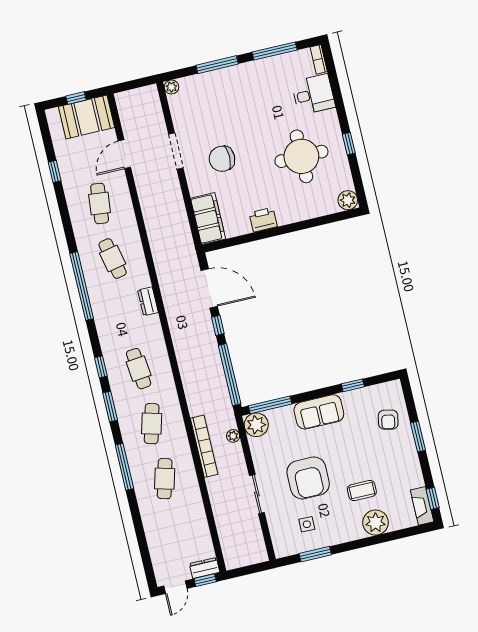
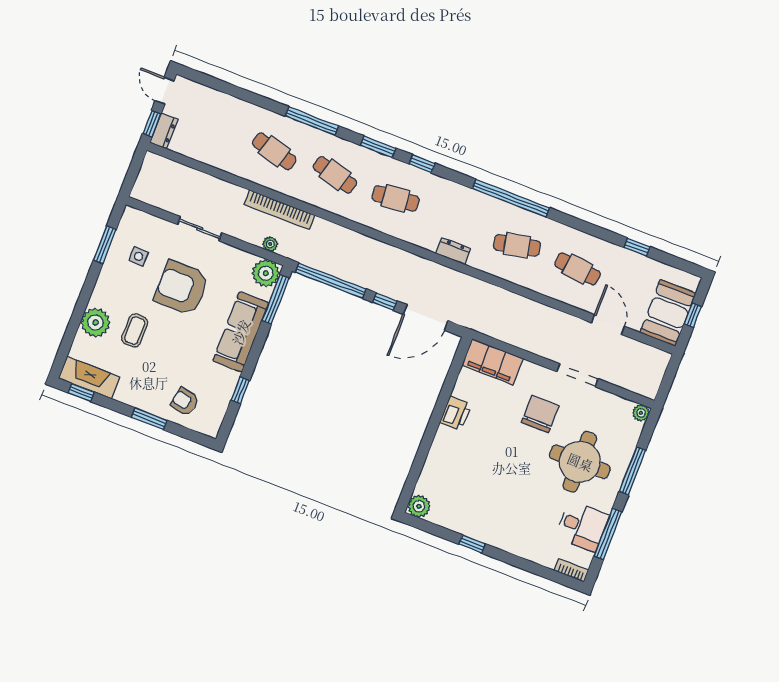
desk: (313, 94) -> (582, 526), moved, turned -90
round table: (301, 156) -> (580, 462), moved
sofa: (319, 412) -> (241, 332), width x1.36
fireplace: (422, 506) -> (89, 378), width x1.37, depth x1.32

